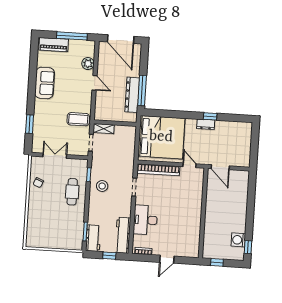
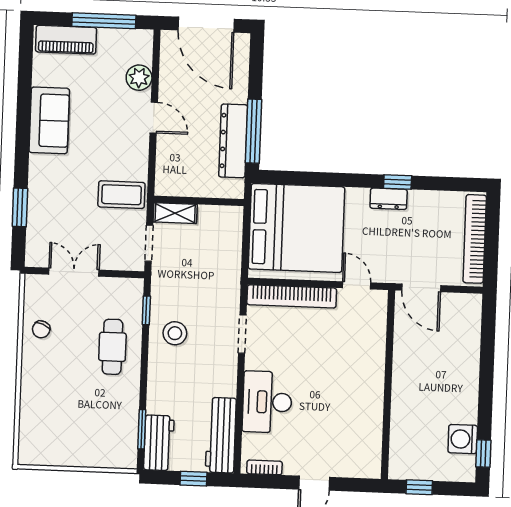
bookcase: (246, 144) -> (475, 239), added

